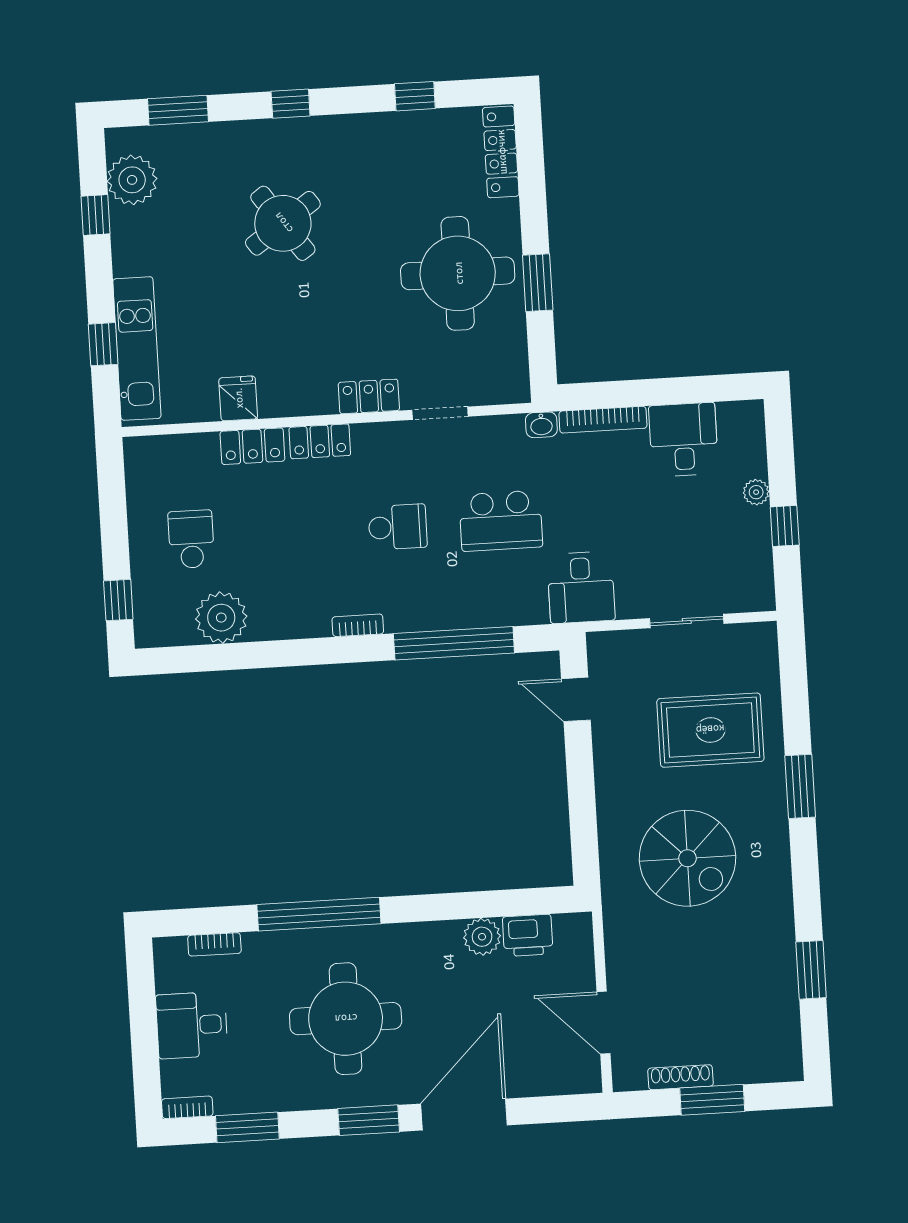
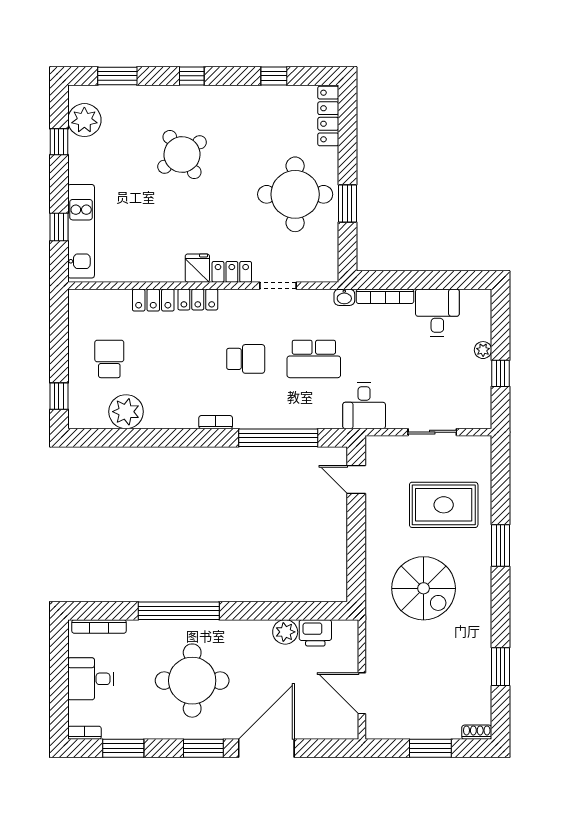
fridge: (238, 398) -> (197, 268), moved
bookcase: (214, 944) -> (99, 627), width x1.56
shoe rack: (680, 1077) -> (477, 732), moved, width x0.70

